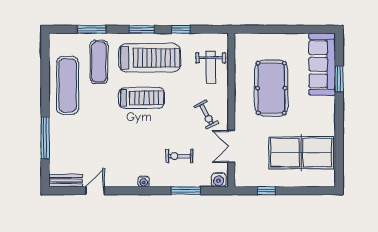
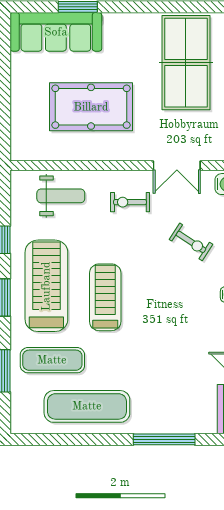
exercise bike: (206, 115) -> (130, 202), turned -151
exercise bike: (179, 156) -> (191, 242), turned -57

